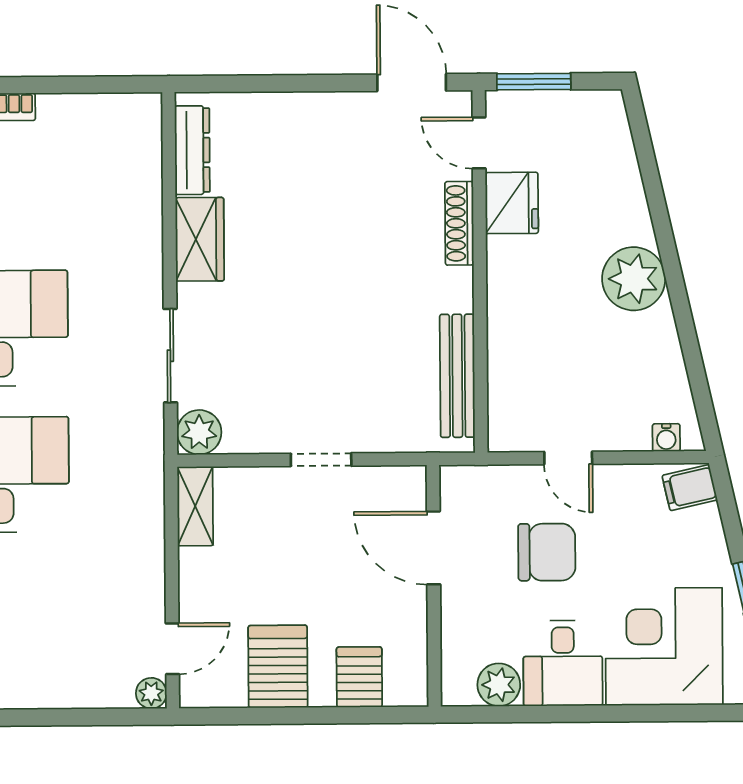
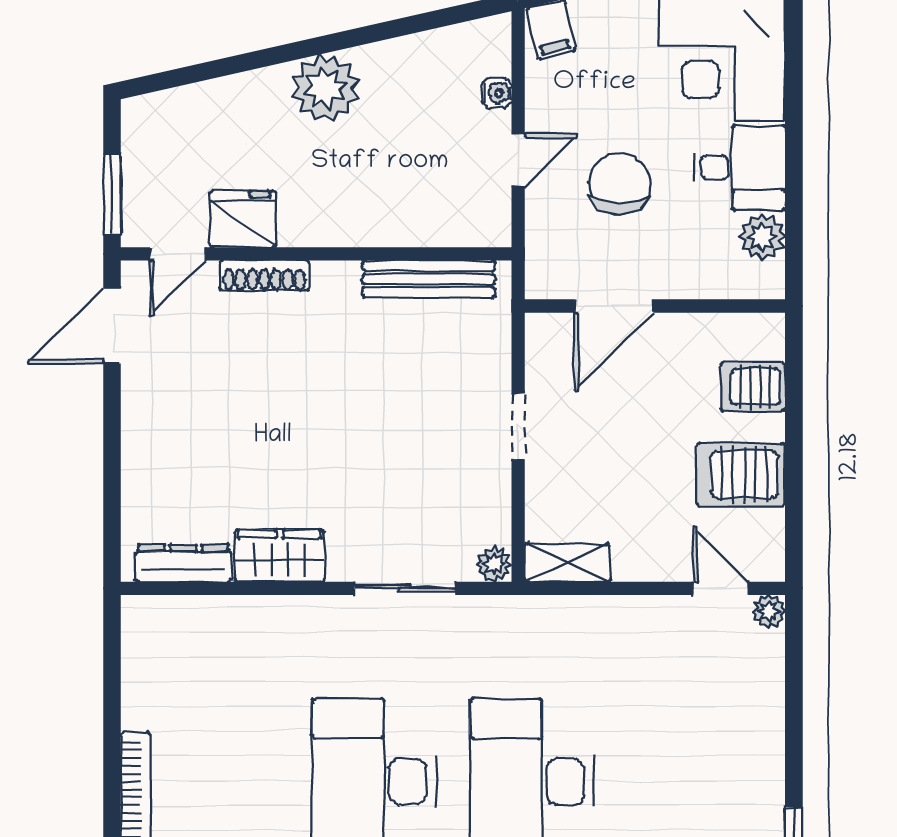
plant: (199, 432) -> (494, 564), width x0.73, depth x0.73
water cooler: (666, 437) -> (497, 93), moved

